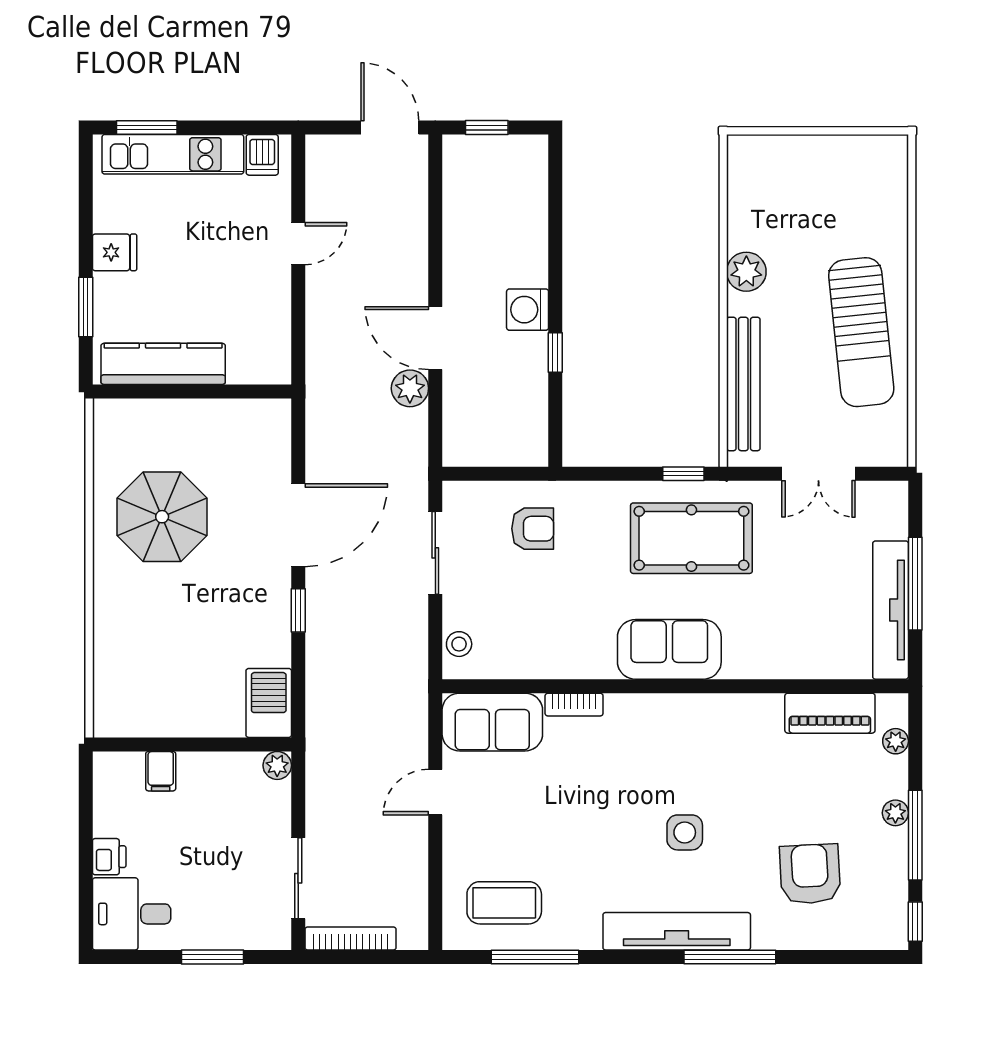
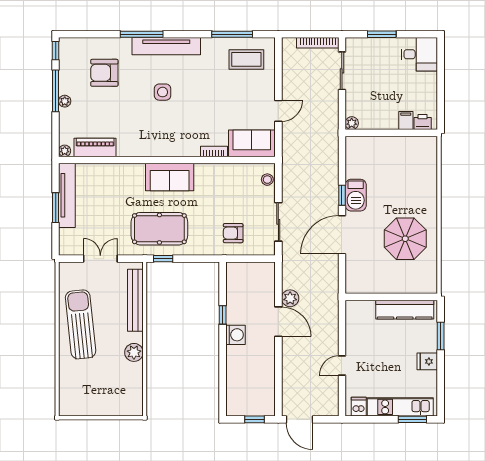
window: (915, 584) -> (56, 208), width x0.69
barbecue: (269, 703) -> (356, 195), moved
plant: (896, 741) -> (65, 151), moved
printer: (109, 857) -> (423, 122), moved, turned 90
armchair: (810, 874) -> (104, 73), turned 93

